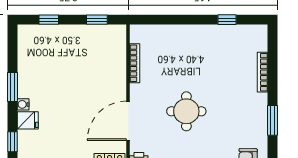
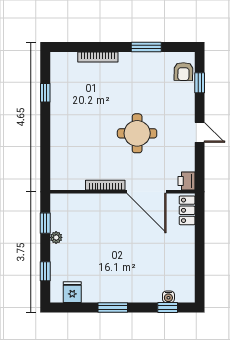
plant: (82, 31) -> (56, 237), added
bookcase: (135, 63) -> (105, 185), moved
water cooler: (23, 104) -> (168, 297), moved
fridge: (28, 120) -> (72, 292), moved

